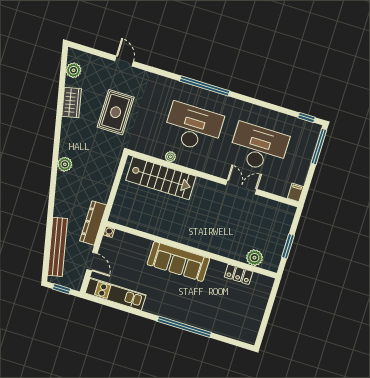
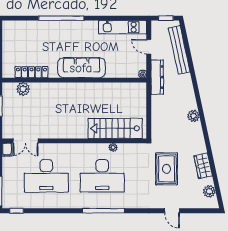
double door: (241, 187) -> (26, 141), moved
locker: (239, 274) -> (32, 72), width x1.53

